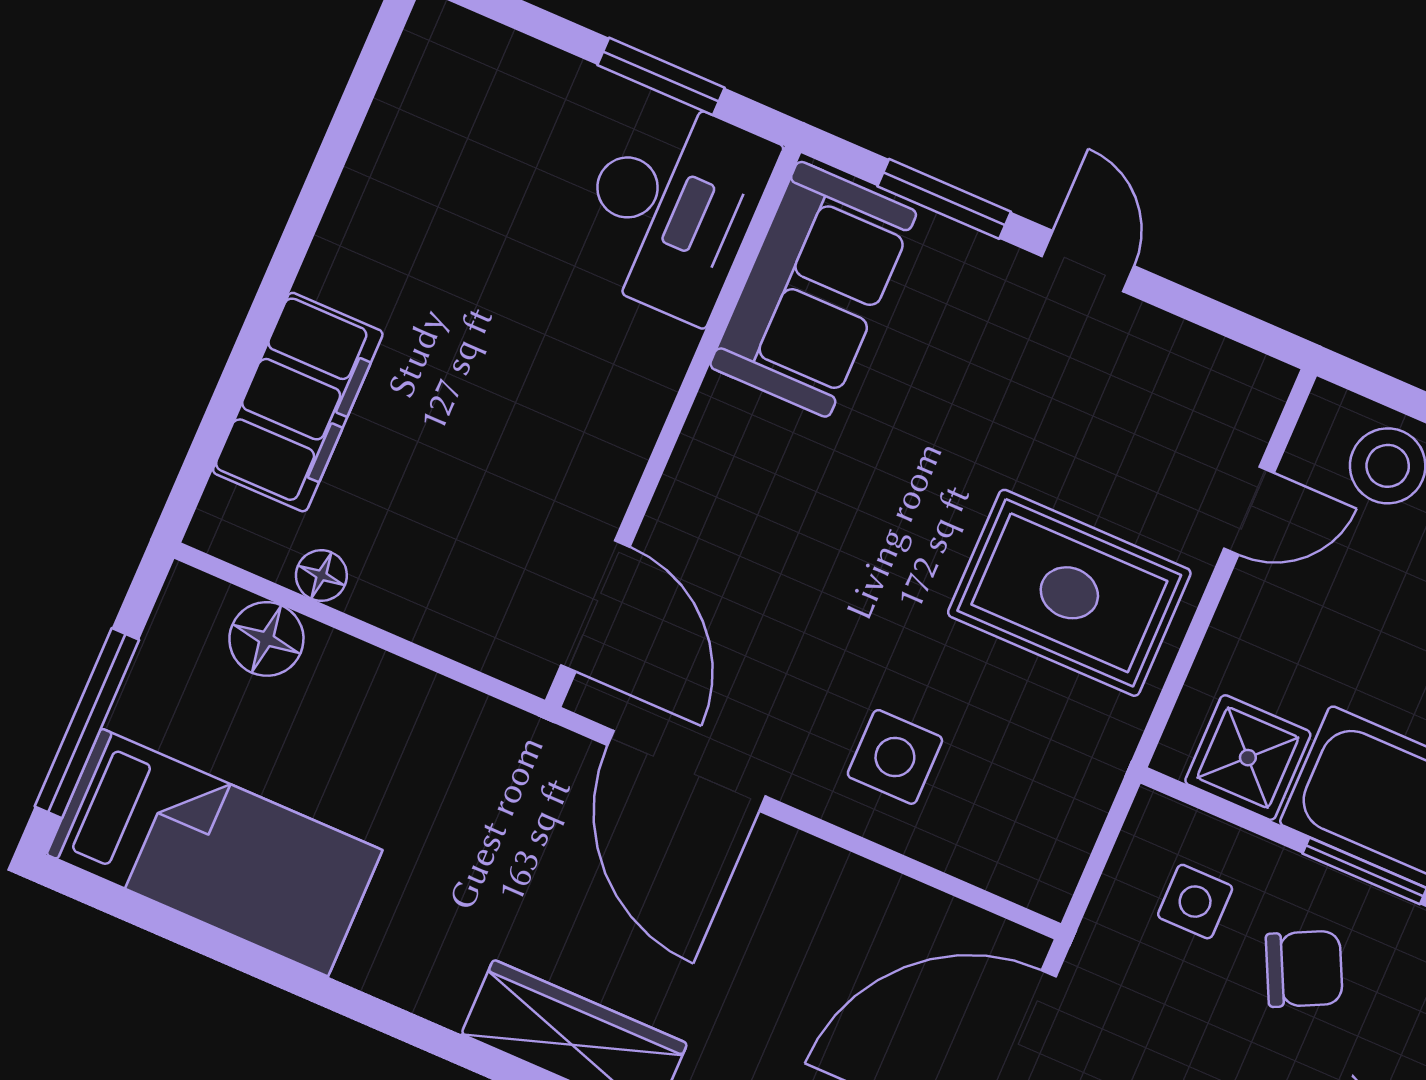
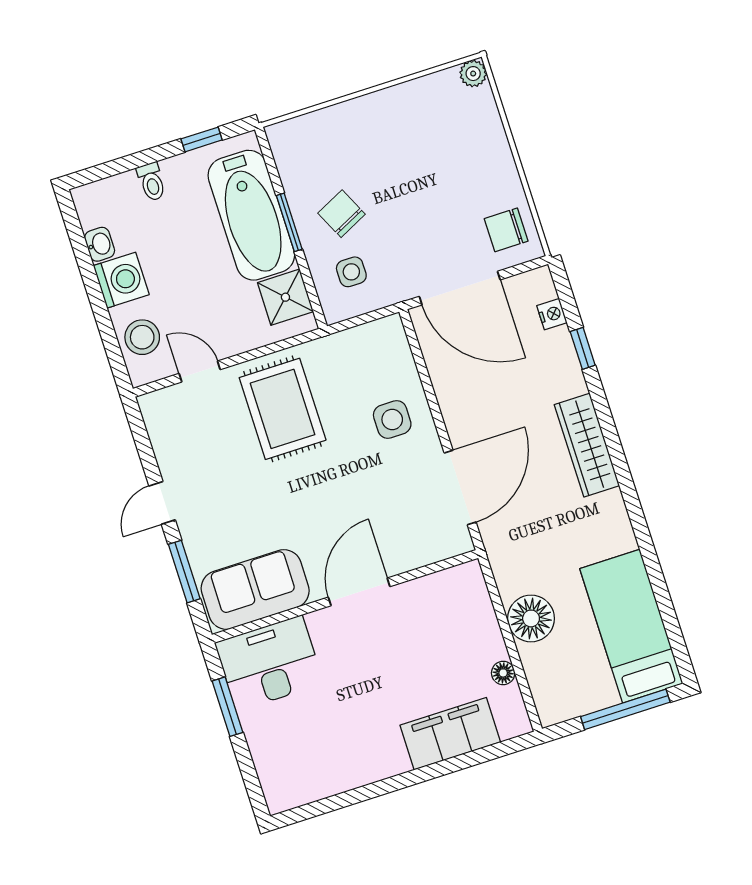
door: (595, 606) -> (359, 592), moved
floor lamp: (266, 639) -> (531, 618), moved, width x1.38, depth x1.38

